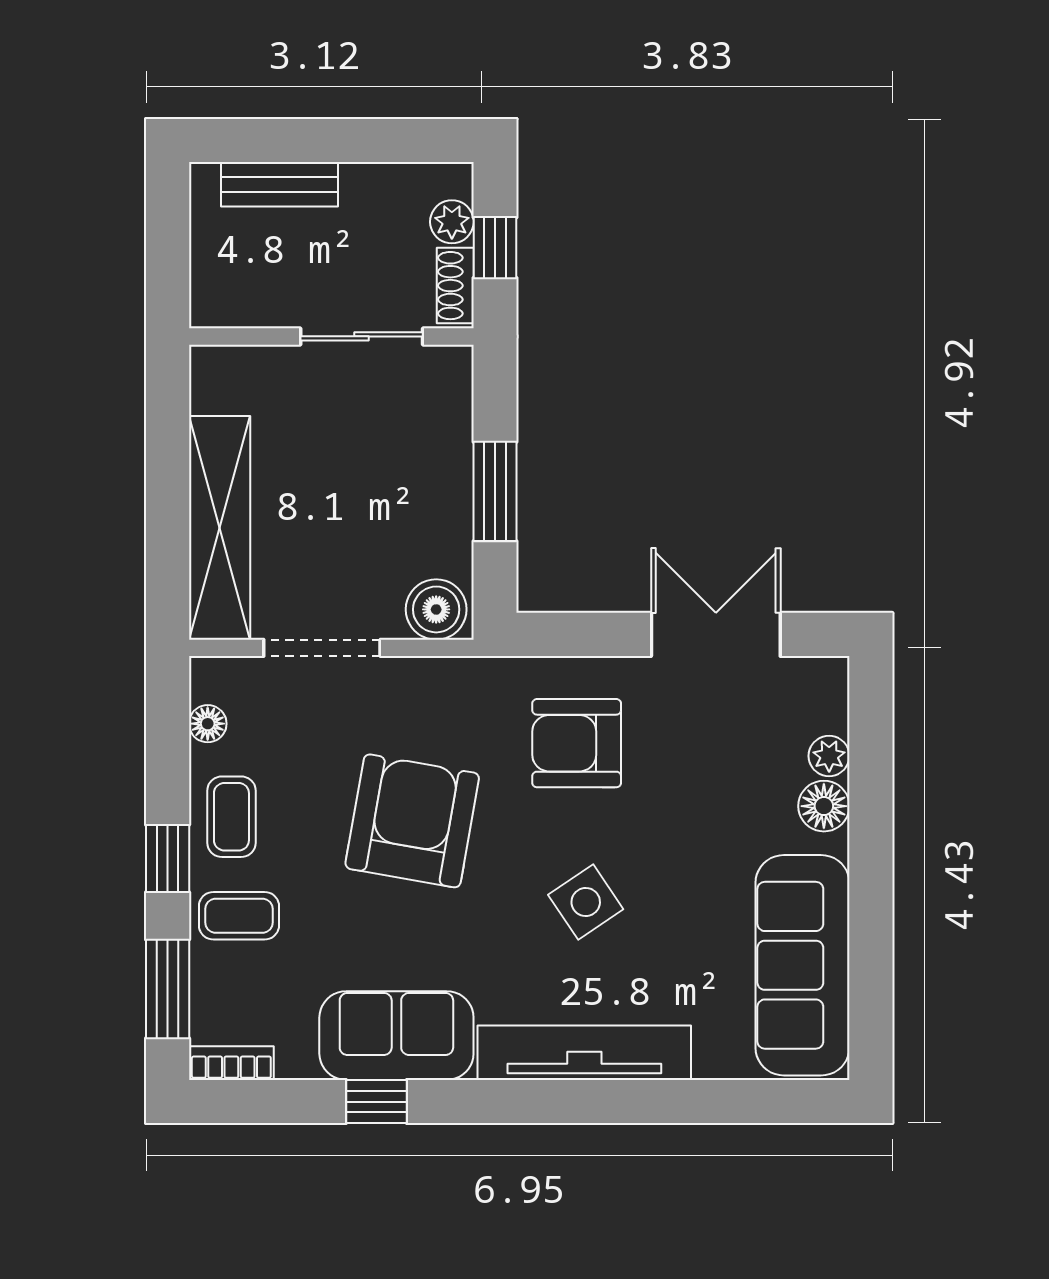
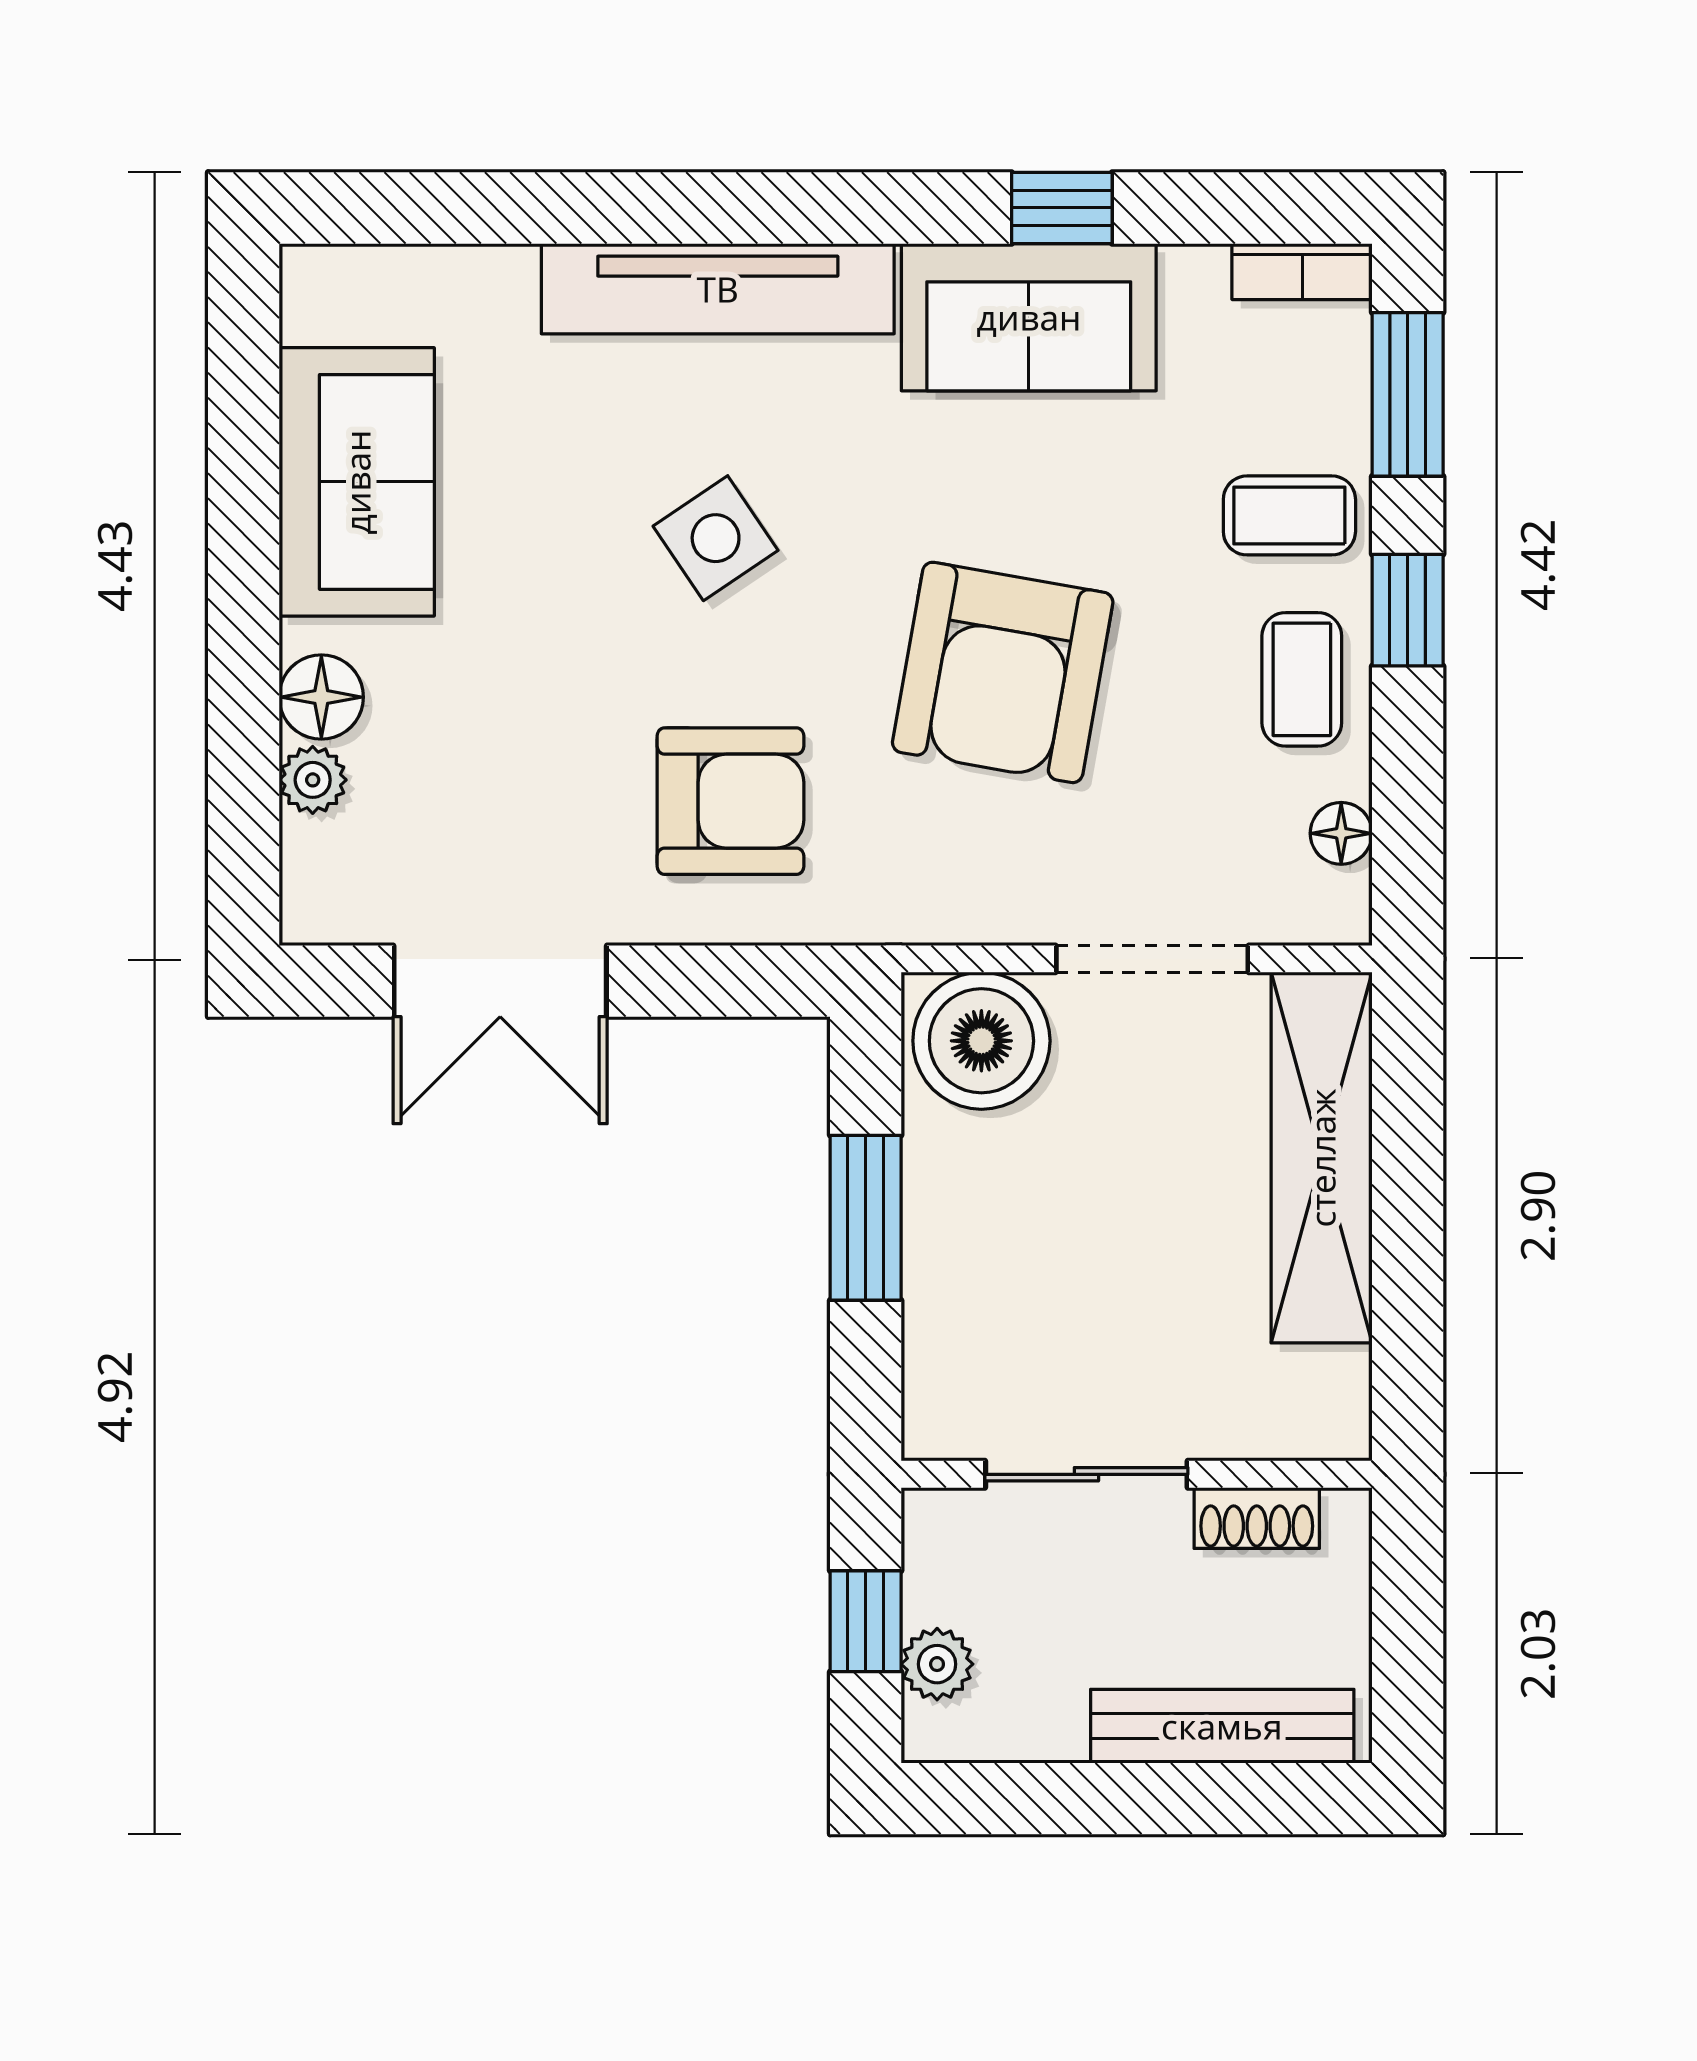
bench: (280, 184) -> (1222, 1726), width x1.36
shoe rack: (455, 286) -> (1257, 1518), moved, turned 90
boiler: (436, 609) -> (981, 1041), width x1.37, depth x1.37
sofa: (802, 965) -> (357, 482), width x0.73

